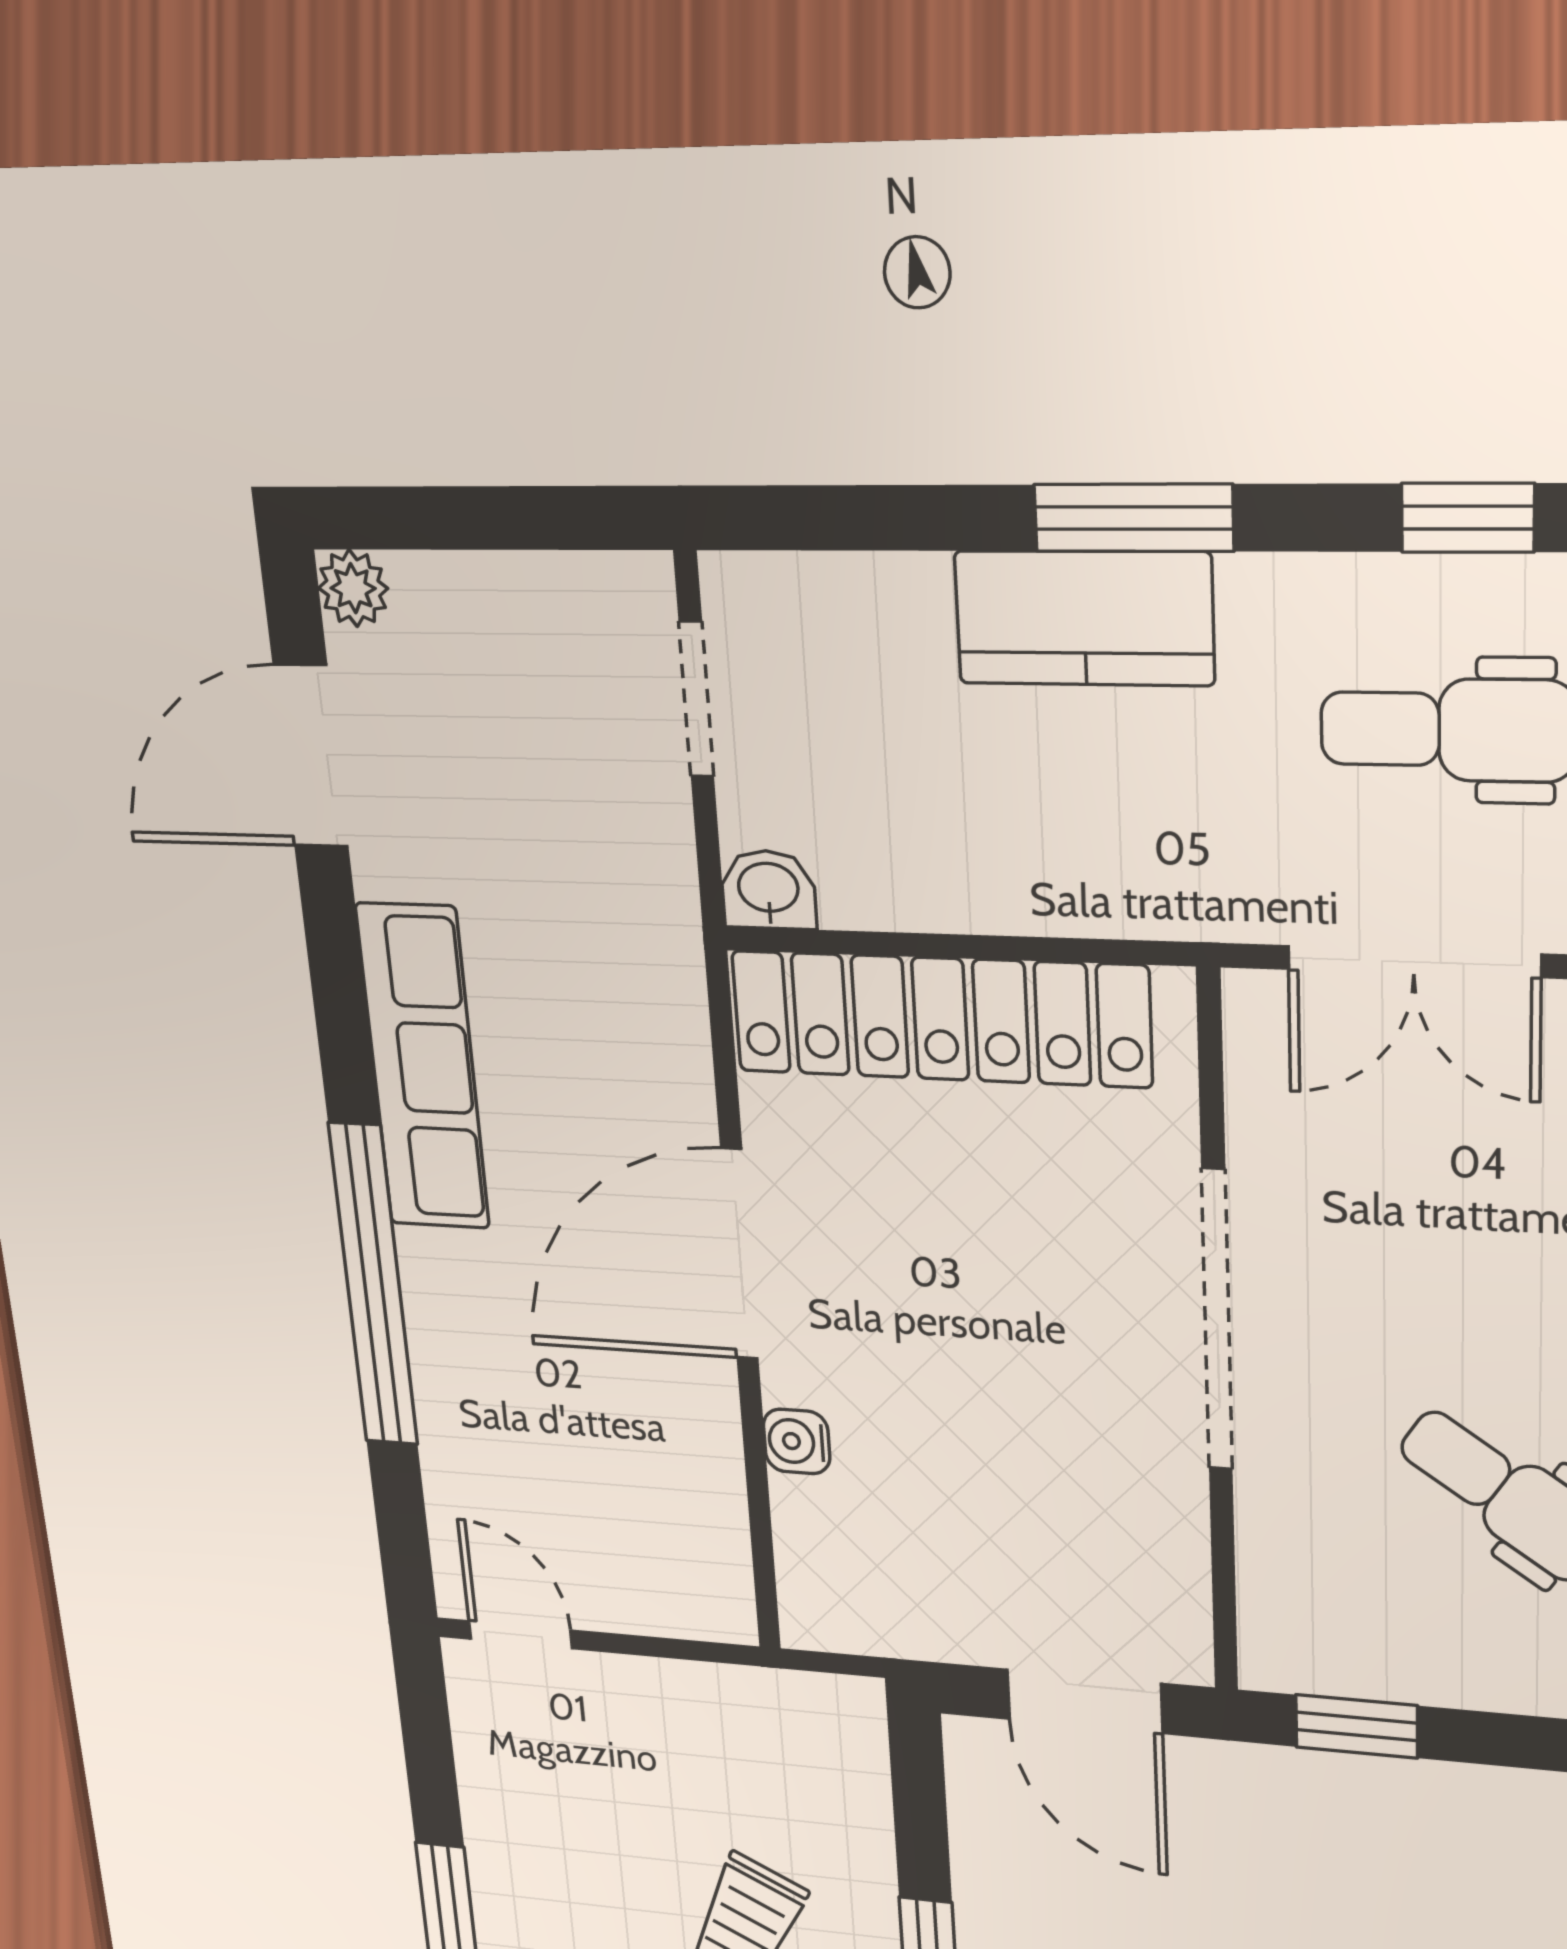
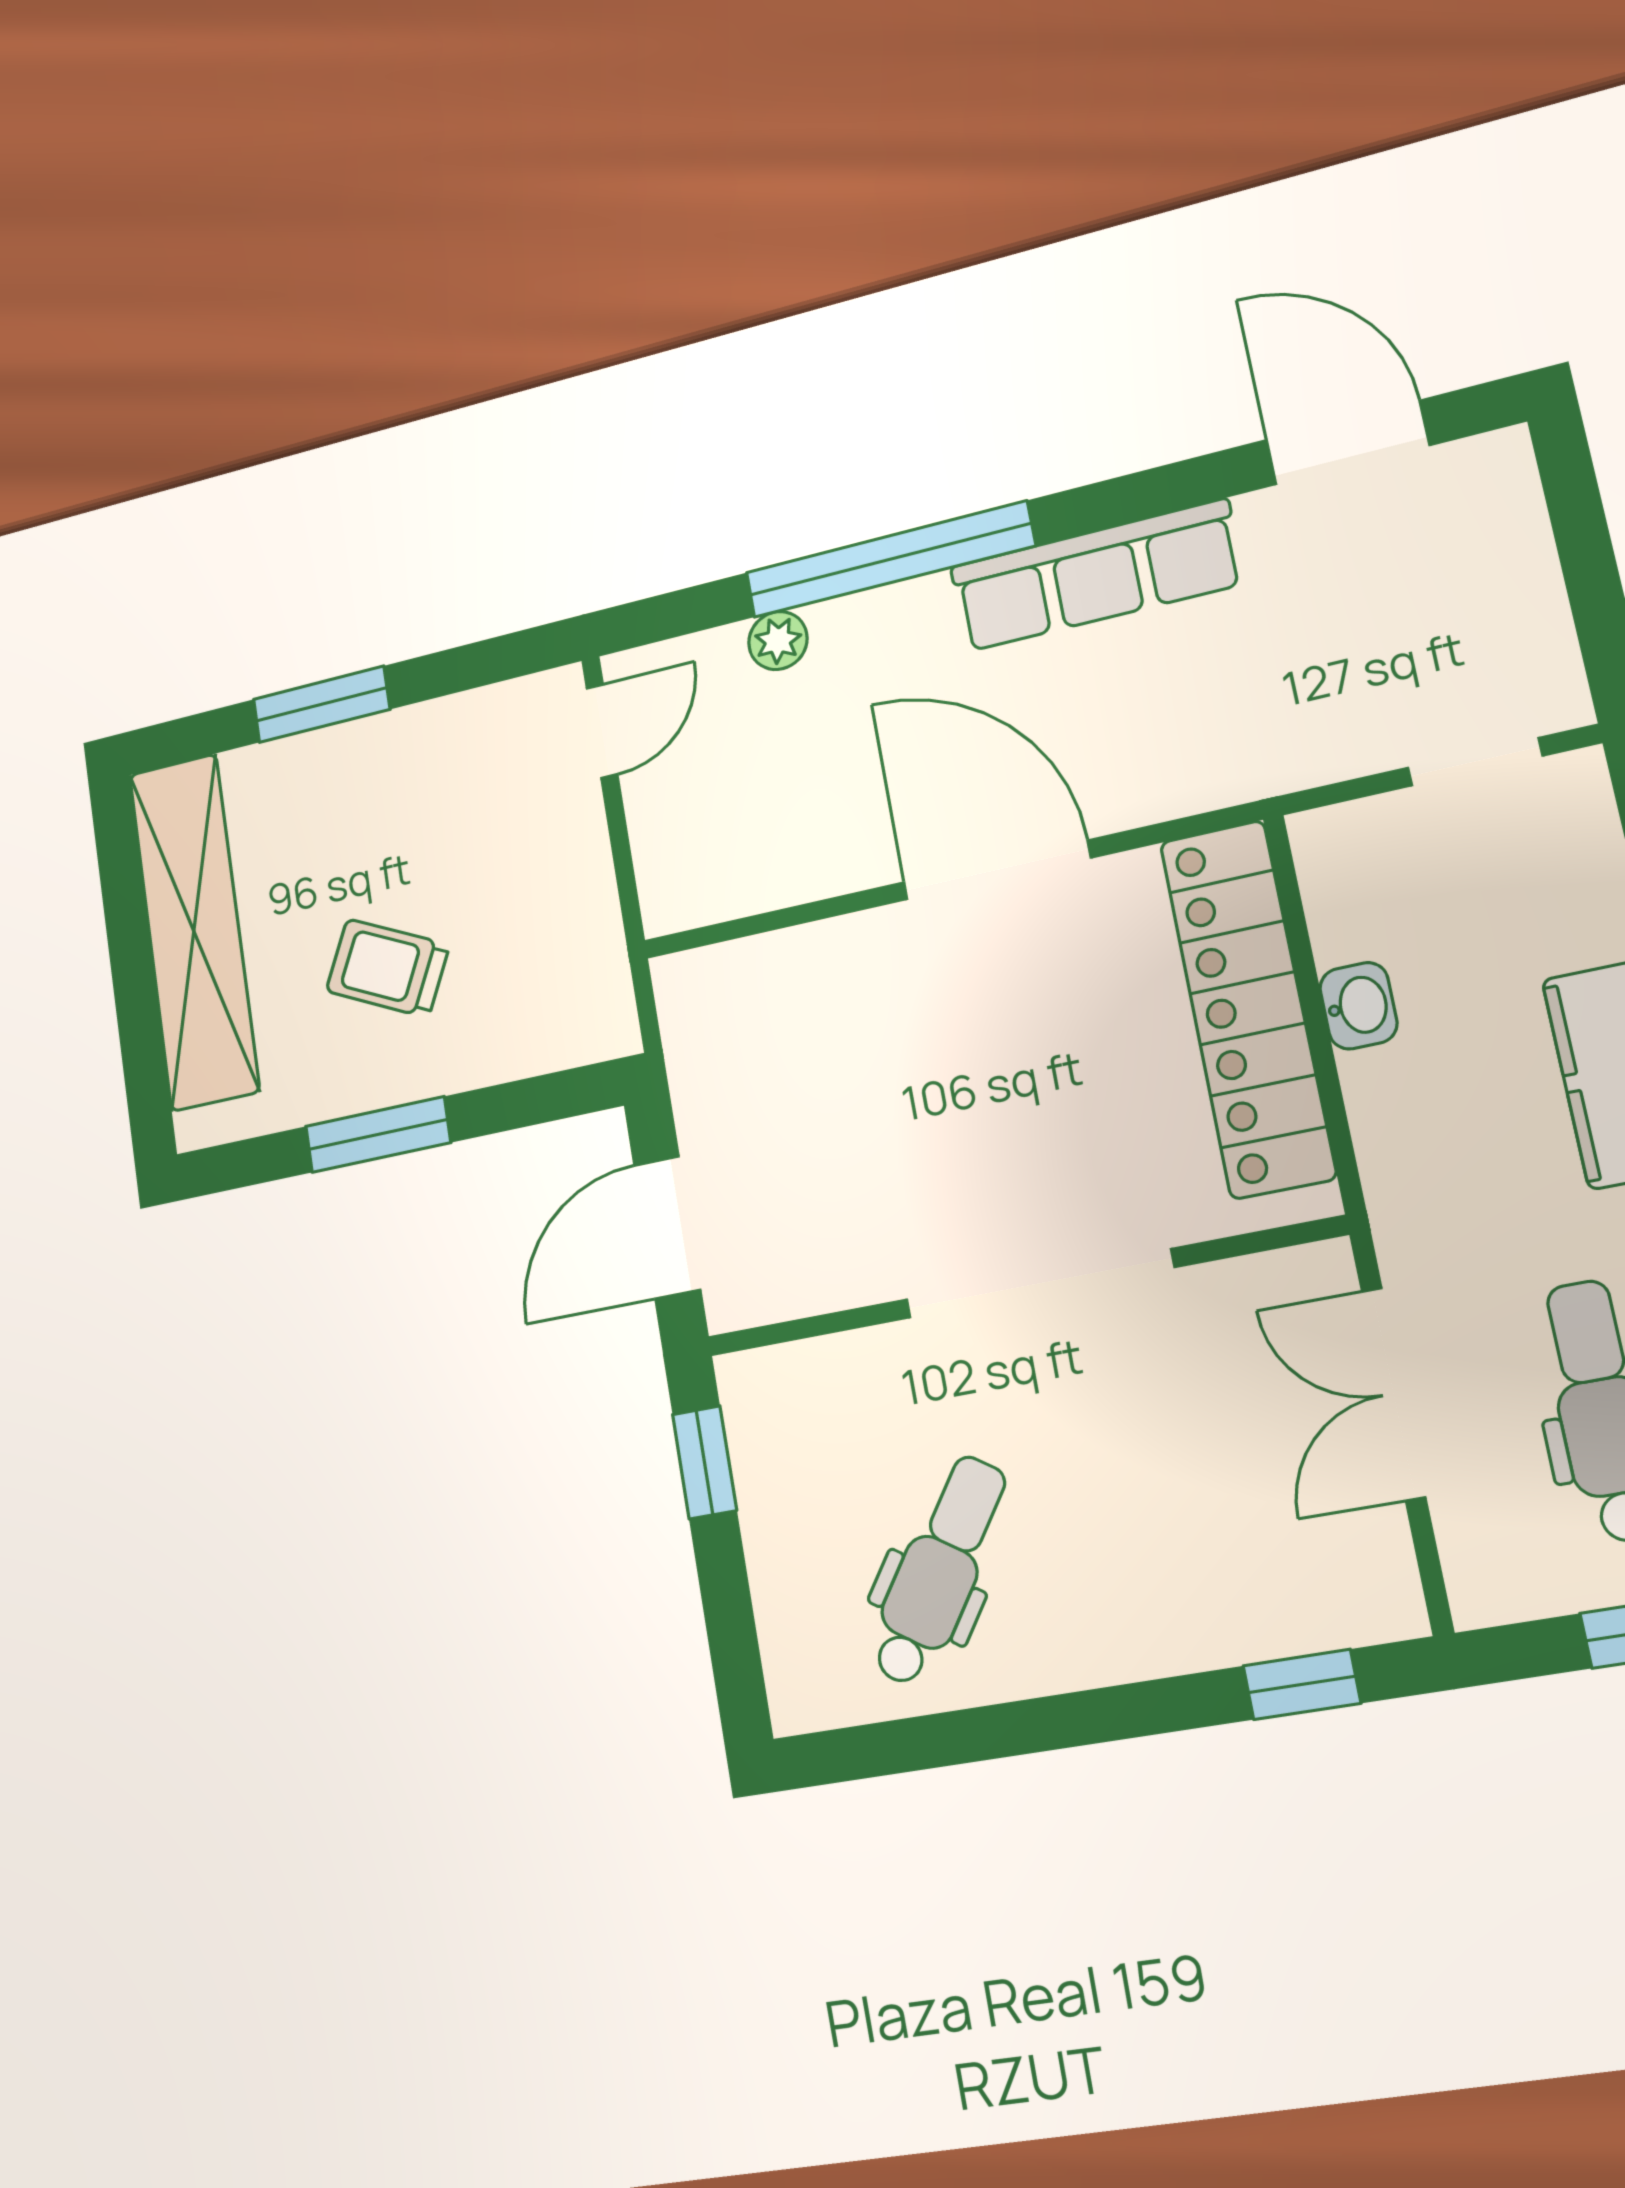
plant: (353, 588) -> (778, 641), moved
washbasin: (768, 890) -> (1358, 1006), moved
water cooler: (797, 1441) -> (841, 944), removed

